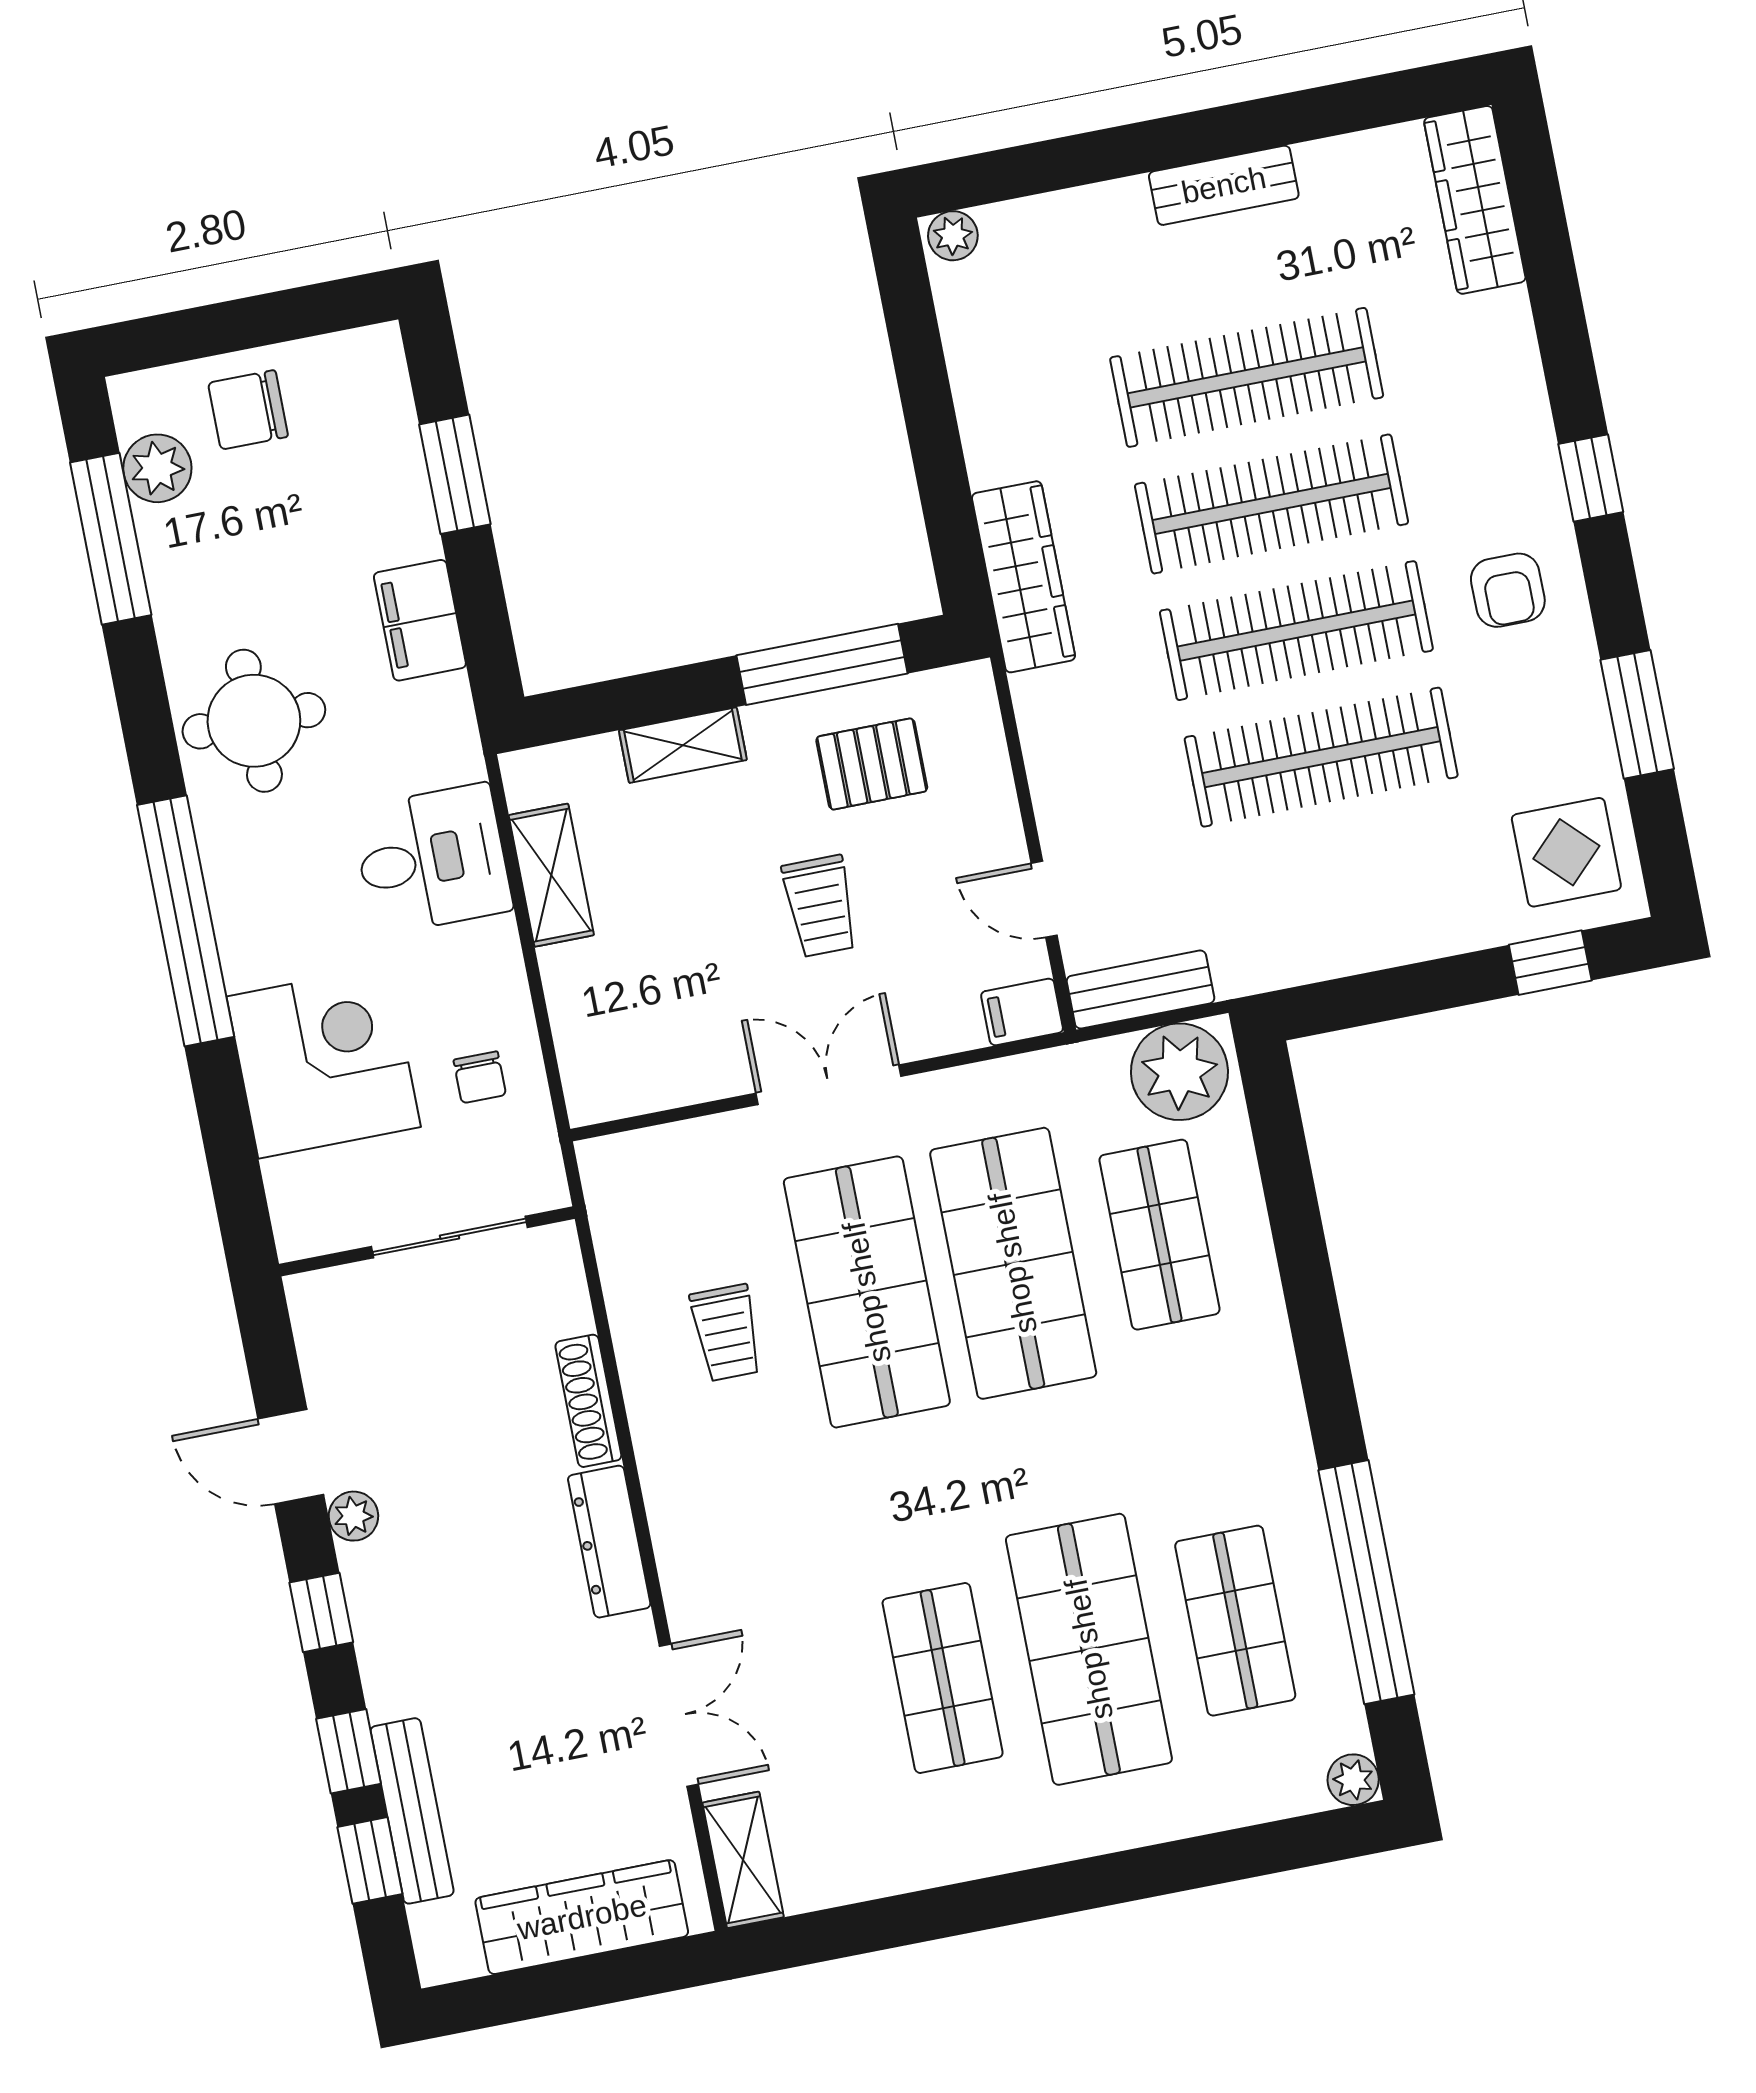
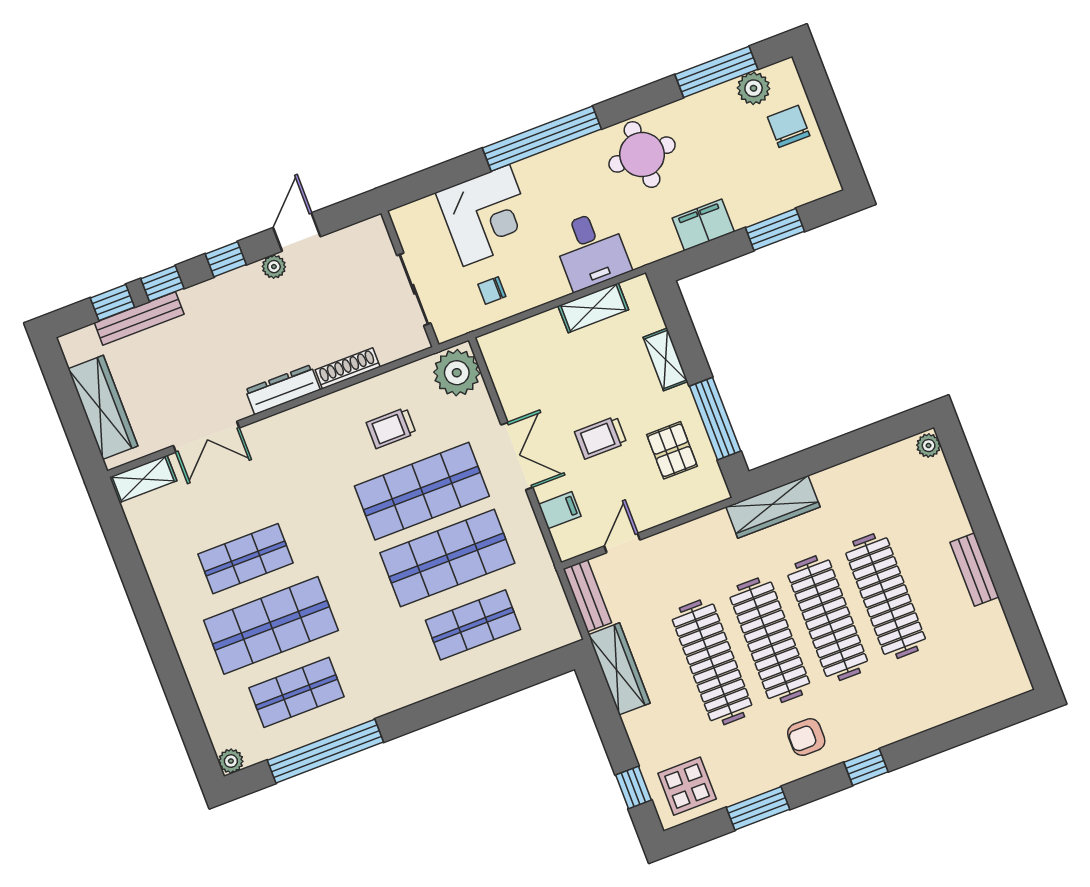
wardrobe: (1475, 200) -> (619, 669), moved, turned 90
filing cabinet: (1022, 1012) -> (560, 510), moved, turned 90
plant: (1179, 1072) -> (457, 373), moved

